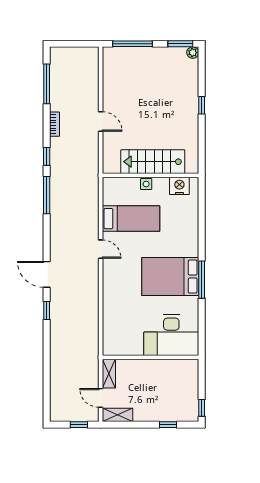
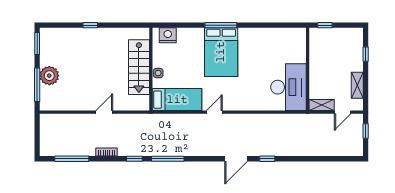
plant: (193, 53) -> (49, 76), moved, width x1.87, depth x1.87
nightstand: (179, 186) -> (168, 35), moved, turned 90
bed: (131, 219) -> (177, 100), moved, turned 90
bed: (170, 277) -> (221, 52), moved
window: (202, 280) -> (221, 25), moved
desk: (171, 335) -> (289, 87), moved
window: (202, 408) -> (325, 25), moved
shelving: (118, 415) -> (357, 85), moved

